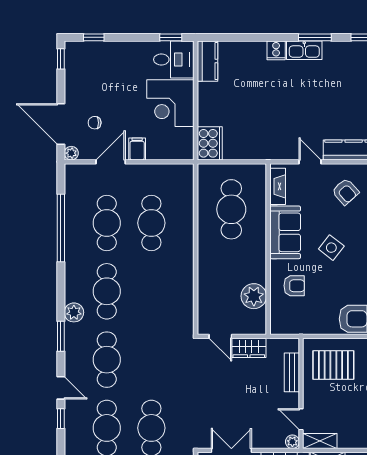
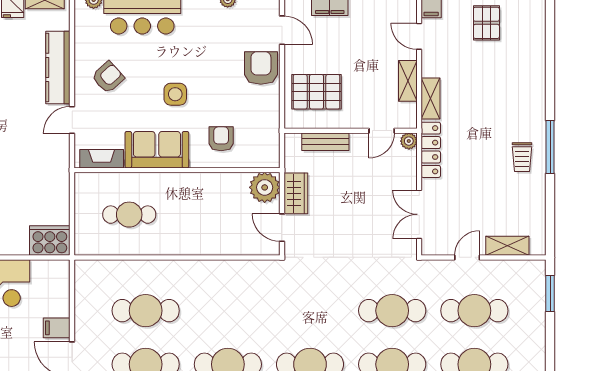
cafe table: (231, 209) -> (129, 215), width x0.73, depth x0.74
side table: (331, 248) -> (175, 94), turned -38
plant: (254, 296) -> (265, 187), moved
door: (220, 336) -> (282, 228), swing flipped
pallet: (333, 365) -> (317, 92), turned 90
shelving: (320, 441) -> (408, 81), moved

